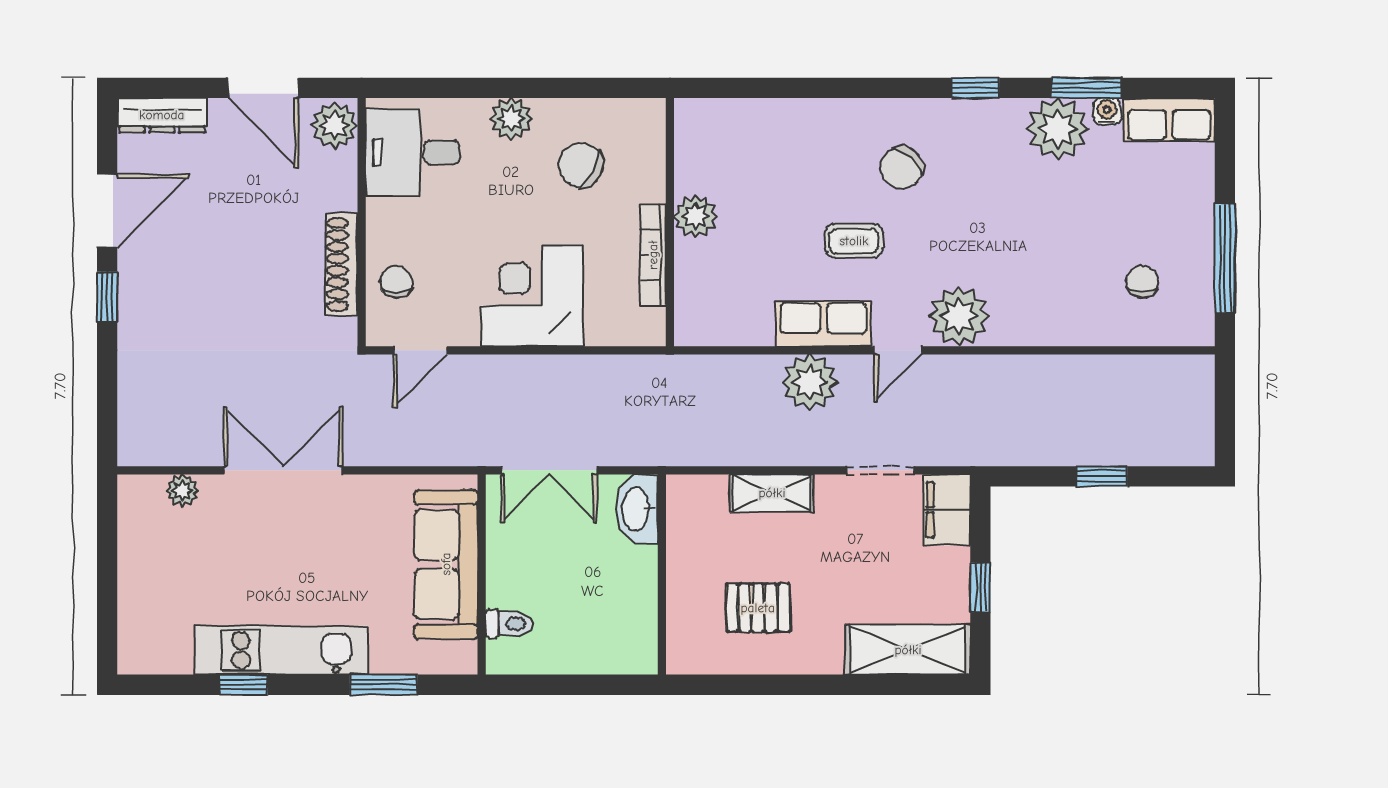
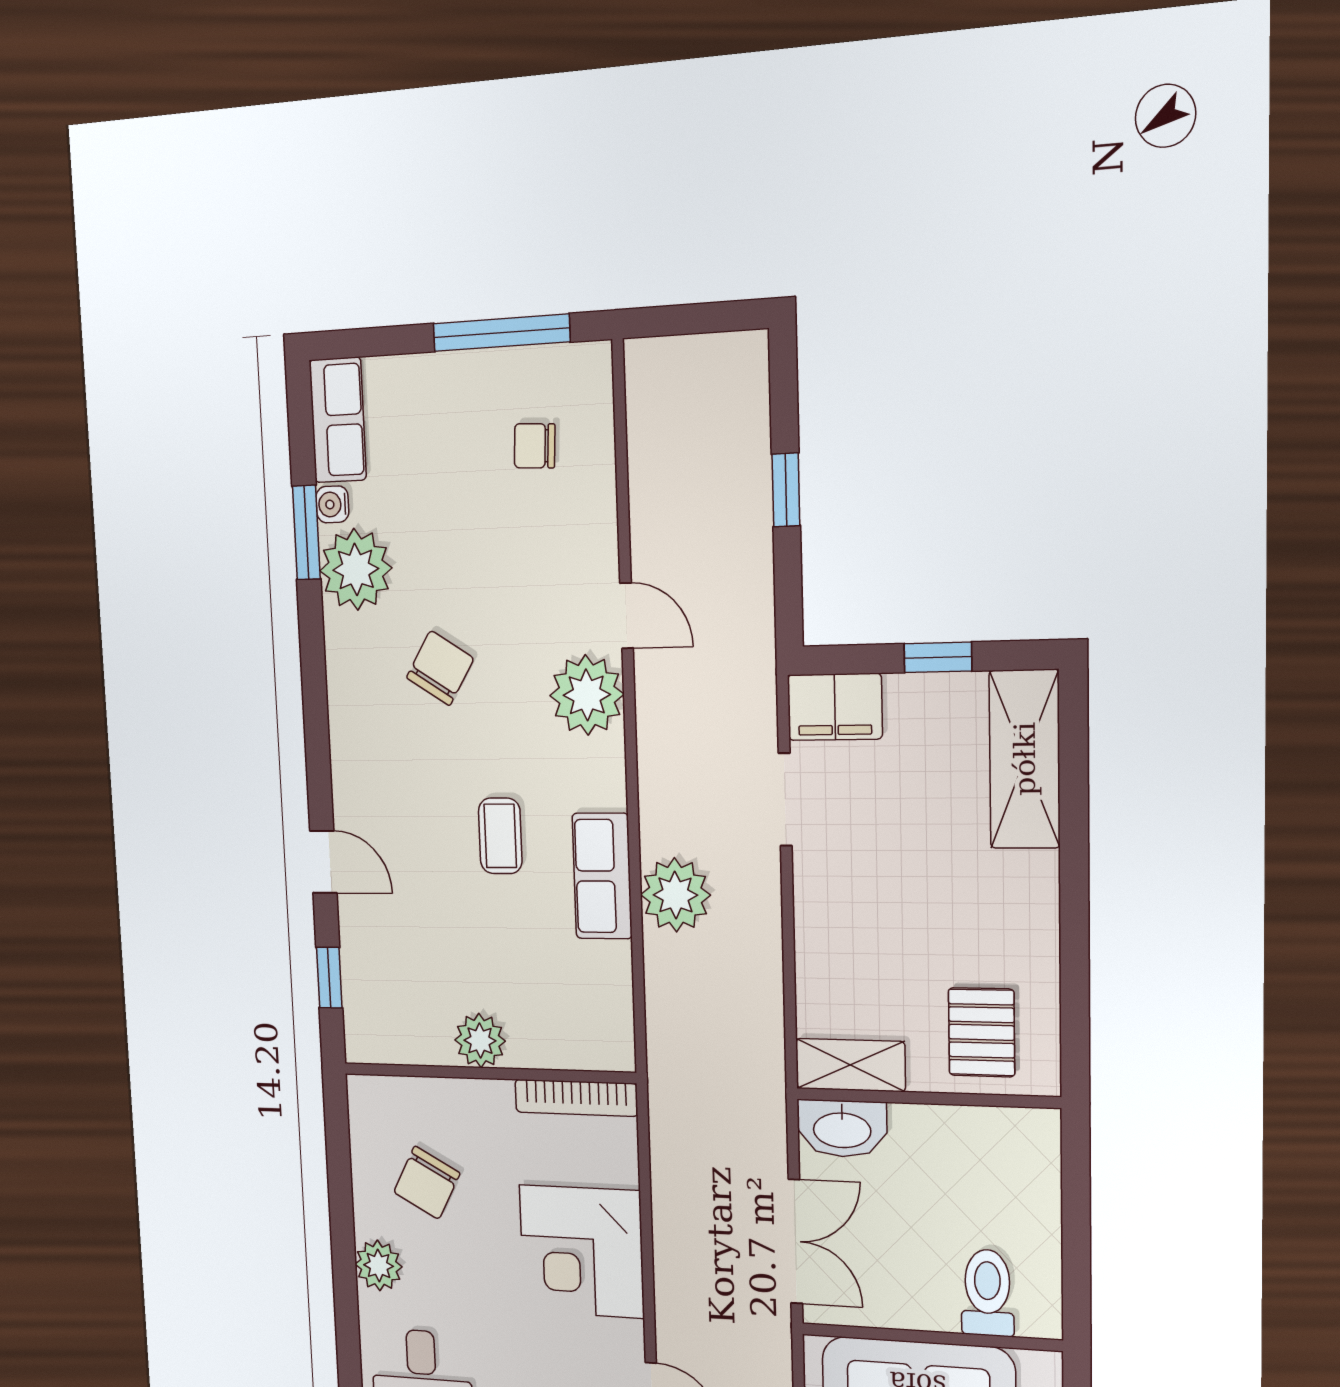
door: (834, 88) -> (323, 862), added
window: (975, 88) -> (329, 978), moved
chair: (902, 168) -> (440, 668), moved, turned -100
bookcase: (653, 255) -> (576, 1098), moved
door: (898, 350) -> (627, 616), moved
shelving: (772, 493) -> (850, 1065), moved, turned 90
pallet: (758, 608) -> (982, 1032), moved
toilet: (509, 624) -> (987, 1293), width x1.37, depth x1.39

